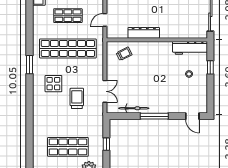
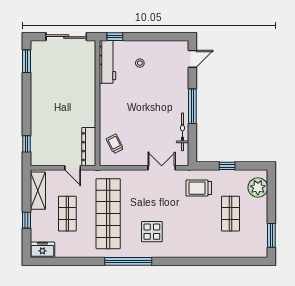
dresser: (144, 33) -> (89, 147), moved
window: (30, 65) -> (128, 261), width x2.11
window: (210, 67) -> (115, 37), moved
trolley: (77, 98) -> (199, 188), moved
shop shelf: (68, 147) -> (231, 214), width x0.70, depth x0.74

